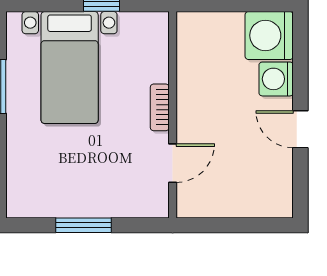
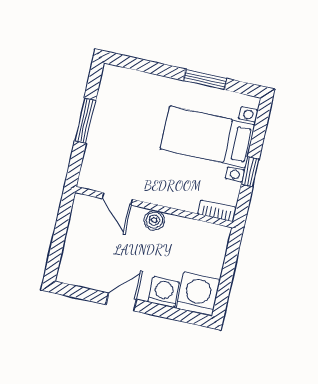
bookcase: (160, 107) -> (217, 211), moved
boiler: (189, 111) -> (154, 220), added

